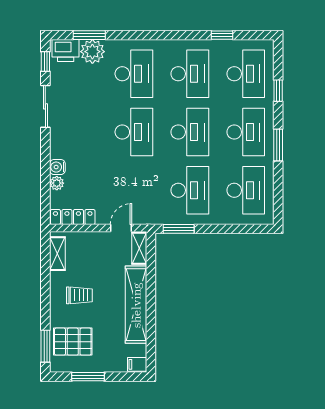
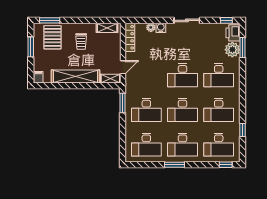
window: (278, 91) -> (226, 165), moved
sliding door: (45, 106) -> (187, 20), moved
door: (121, 228) -> (123, 67), hinge flipped

